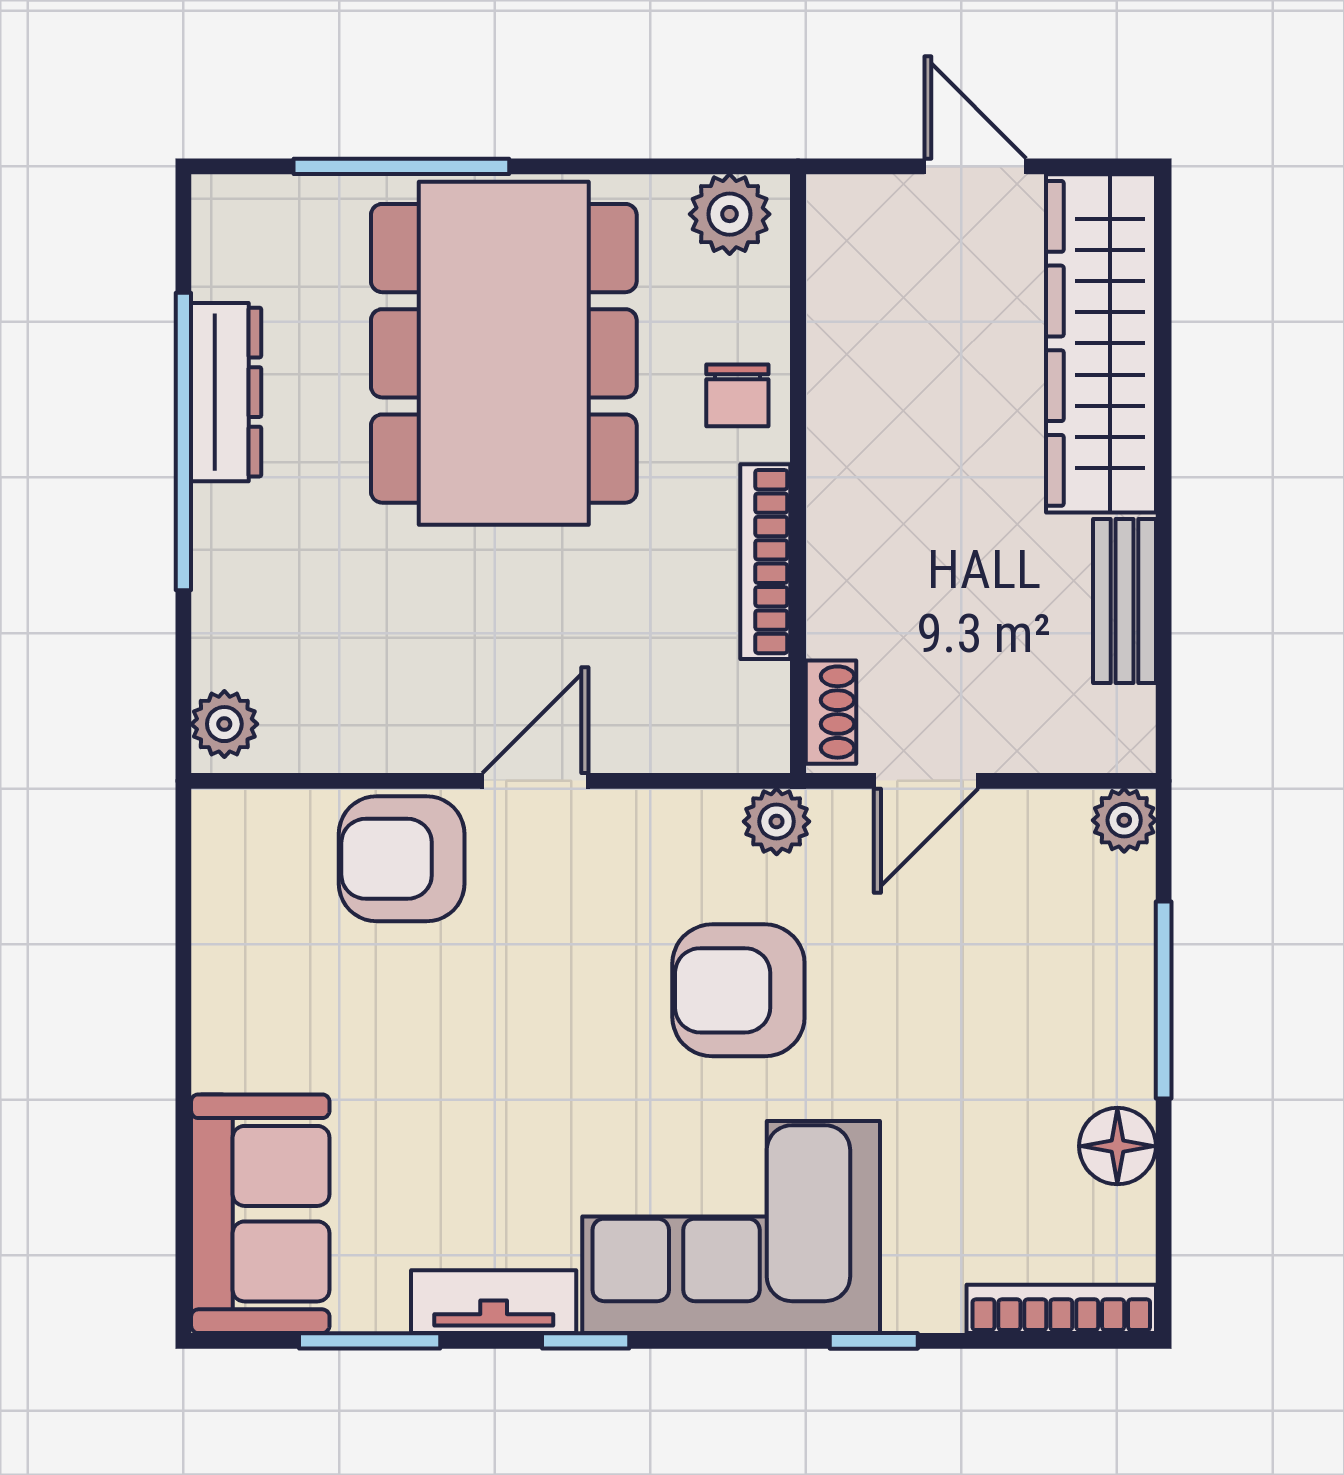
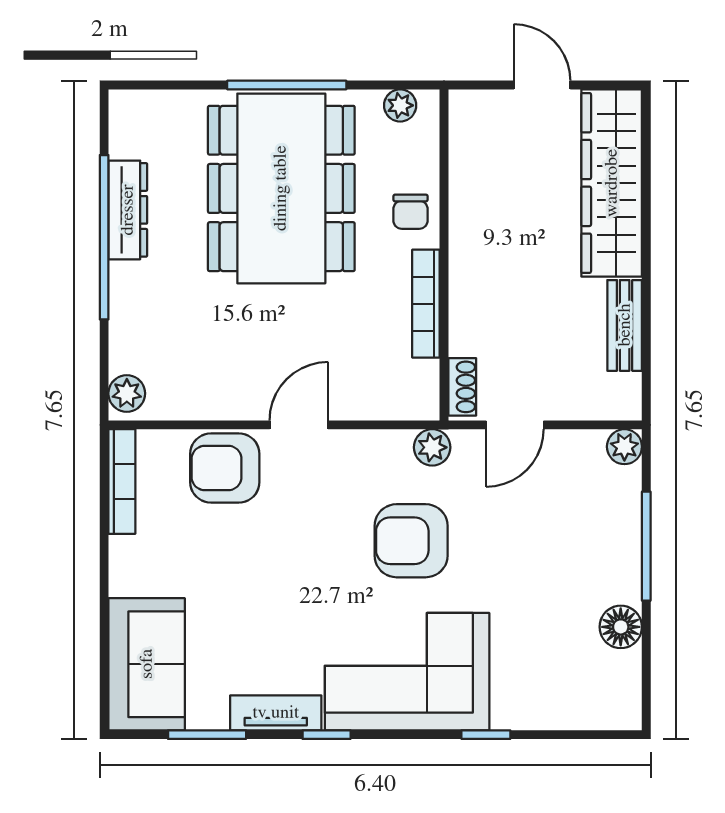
window: (401, 166) -> (287, 85), moved
plant: (730, 214) -> (400, 105), width x0.73, depth x0.73
bookcase: (1061, 1309) -> (122, 481), moved, turned 90

